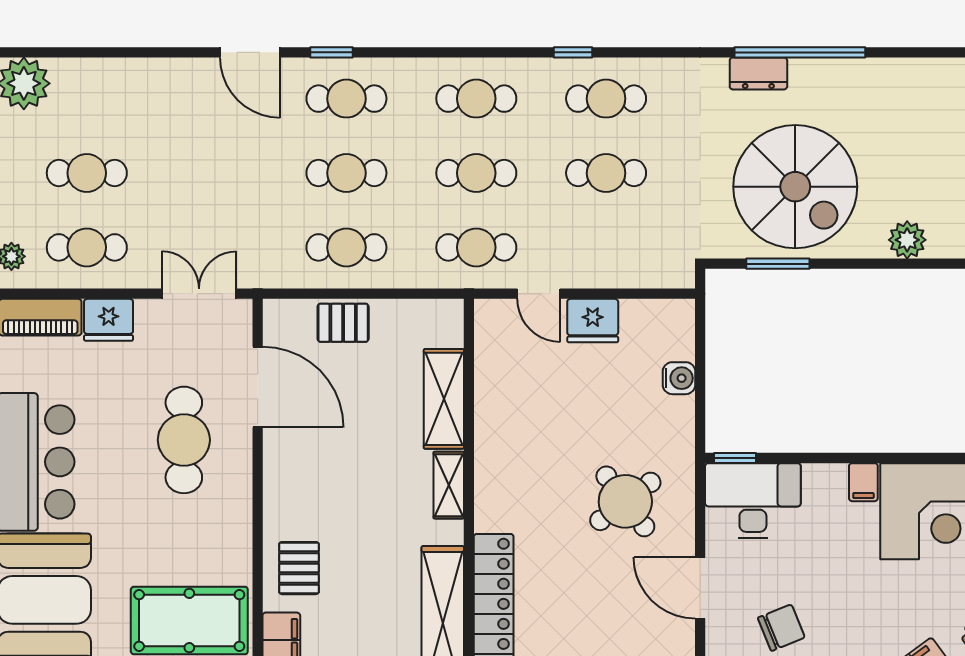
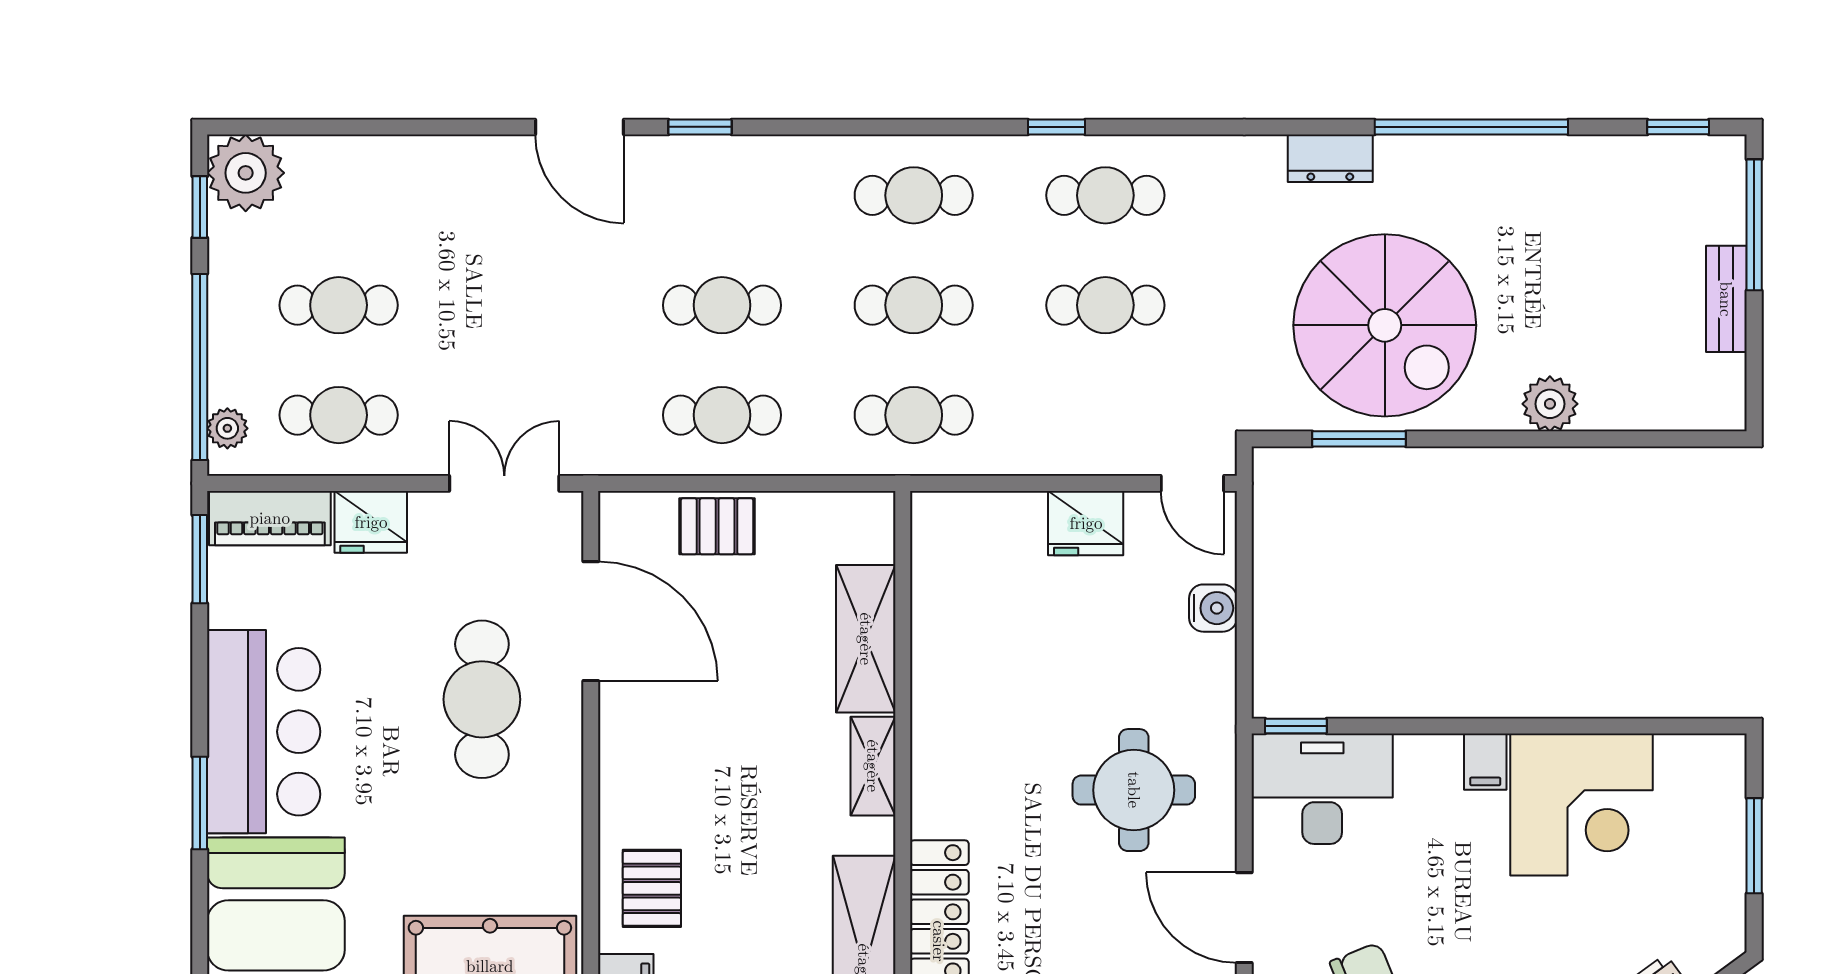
window: (800, 52) -> (1471, 127), moved
cafe table: (346, 99) -> (722, 195), removed
door: (539, 294) -> (1192, 483), moved
round table: (625, 501) -> (1134, 790), turned 37

